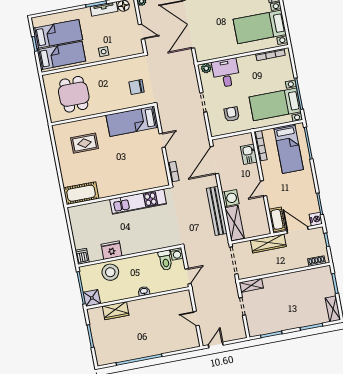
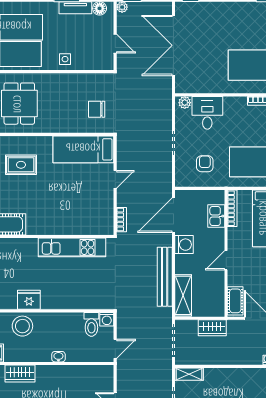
washing machine: (230, 198) -> (184, 245), moved
wardrobe: (268, 243) -> (212, 328), width x0.67

